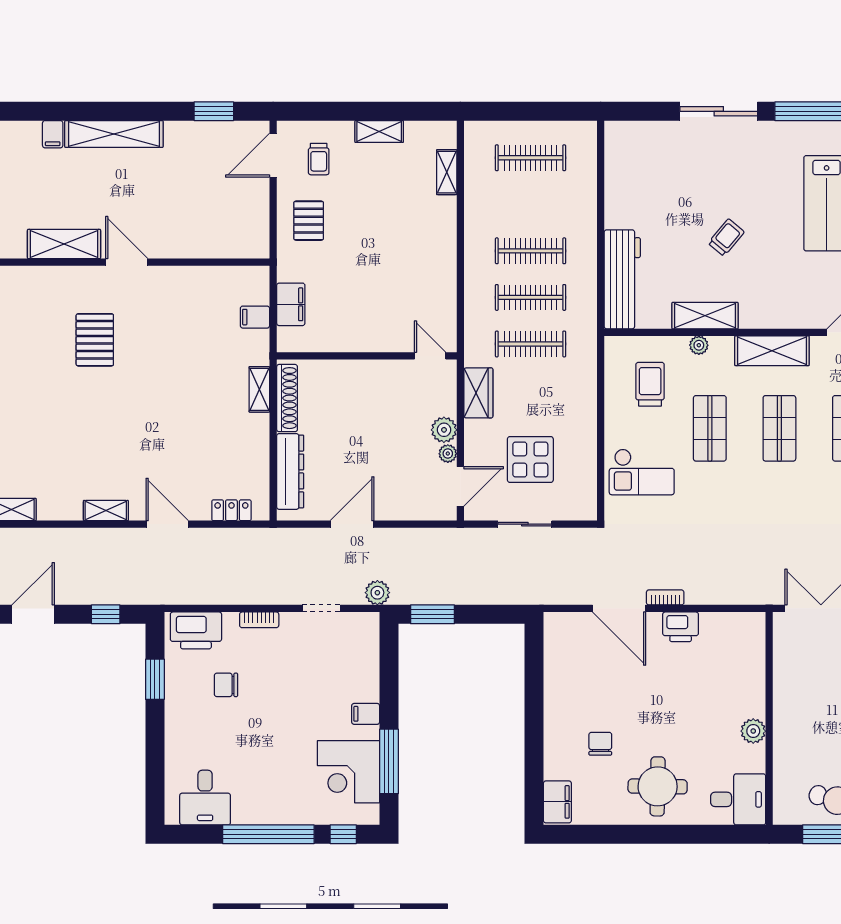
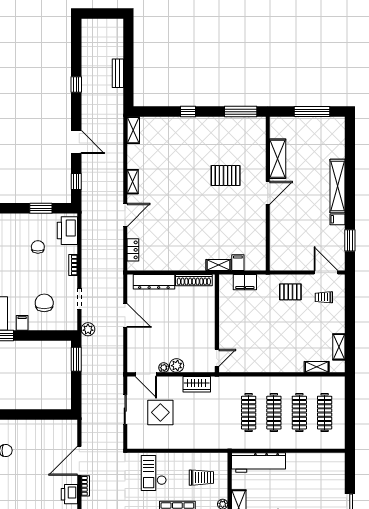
shelving: (379, 132) -> (339, 347), moved
filing cabinet: (53, 134) -> (337, 219), moved
clothes rail: (531, 344) -> (299, 413), moved
shelving: (259, 389) -> (219, 265), moved
chair: (329, 673) -> (44, 303), added

